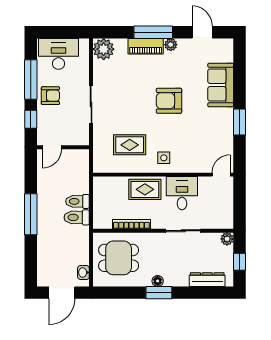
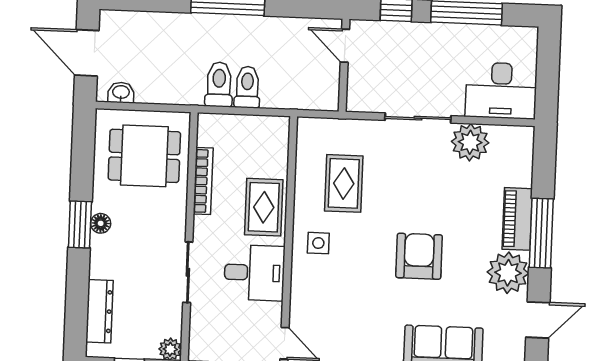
plant: (171, 45) -> (508, 273), width x1.88, depth x1.88
plant: (104, 49) -> (470, 142), moved
desk: (59, 54) -> (501, 91), moved, turned 90
armchair: (50, 96) -> (436, 47), removed
dining table: (119, 258) -> (144, 156), turned 90

